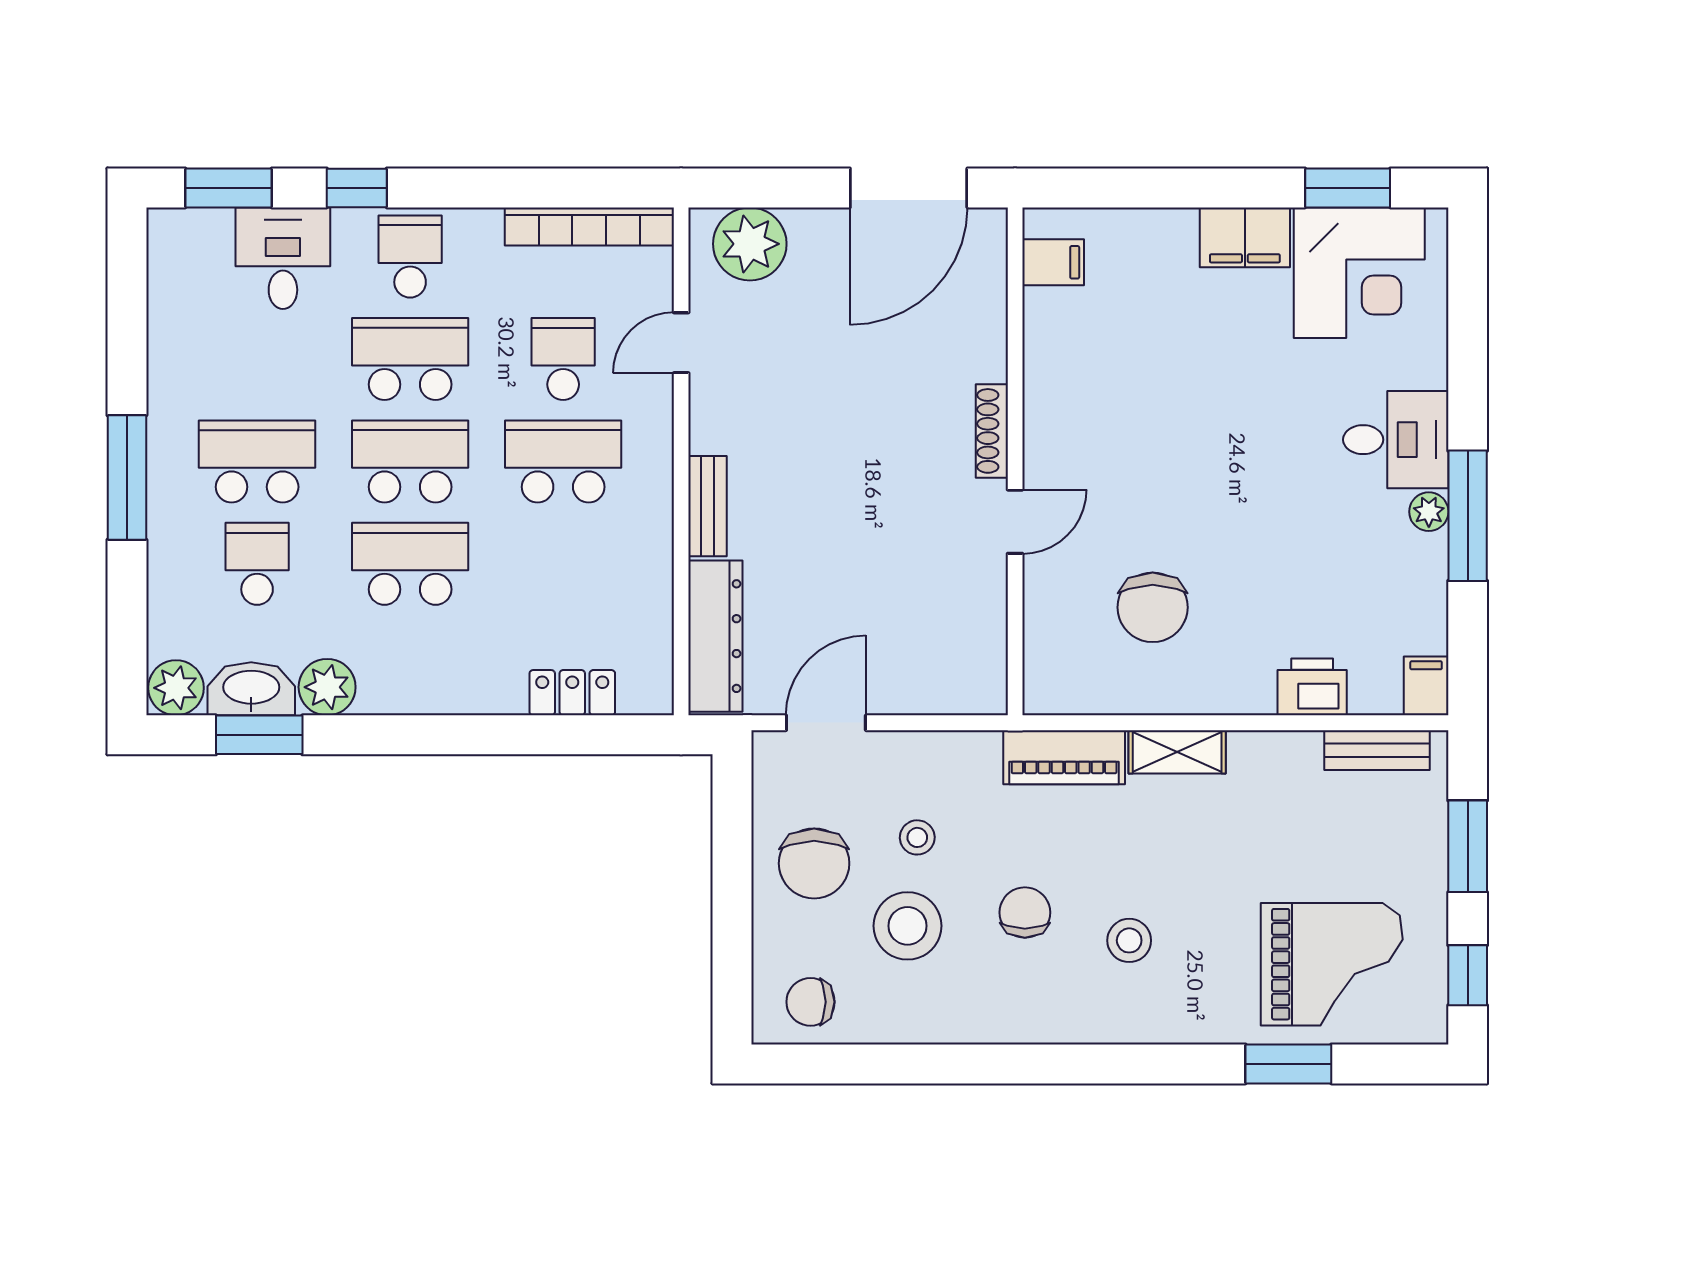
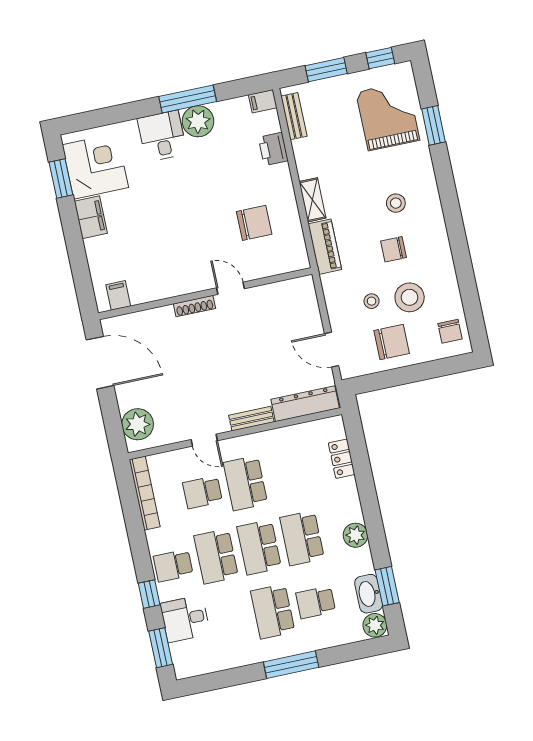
door: (681, 343) -> (204, 440), moved
plant: (1429, 512) -> (198, 121), width x1.88, depth x1.88
plant: (327, 687) -> (355, 535), moved

